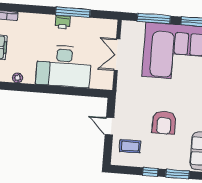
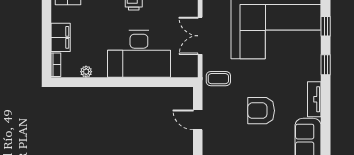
armchair: (164, 123) -> (261, 111), turned 90
coffee table: (130, 146) -> (218, 79), moved

